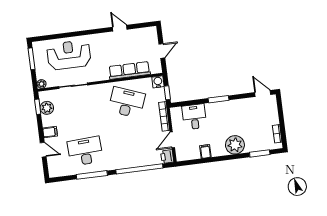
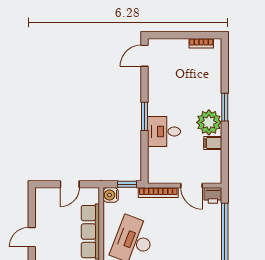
door: (162, 51) -> (70, 184), swing flipped
desk: (194, 117) -> (164, 131), moved
plant: (235, 145) -> (209, 122), moved
window: (260, 153) -> (225, 107), moved

